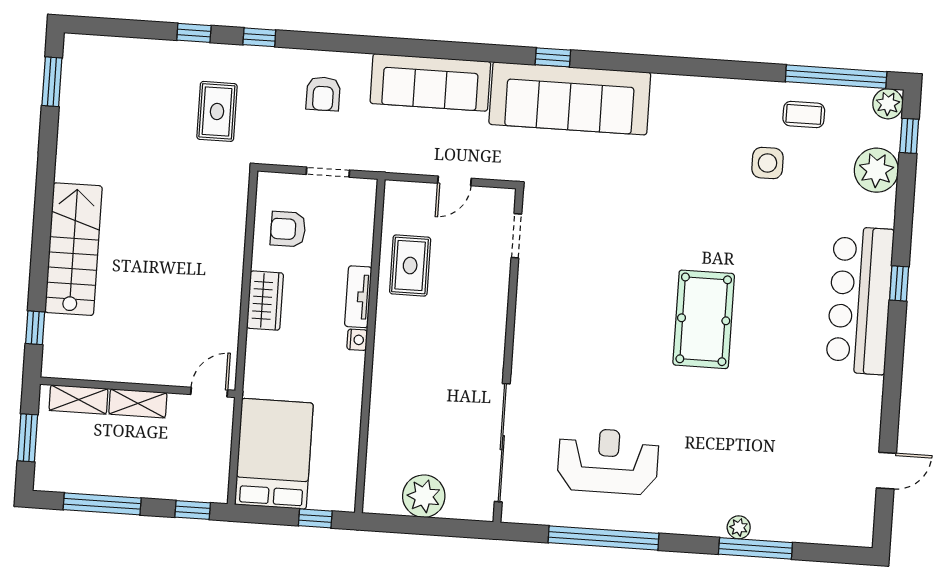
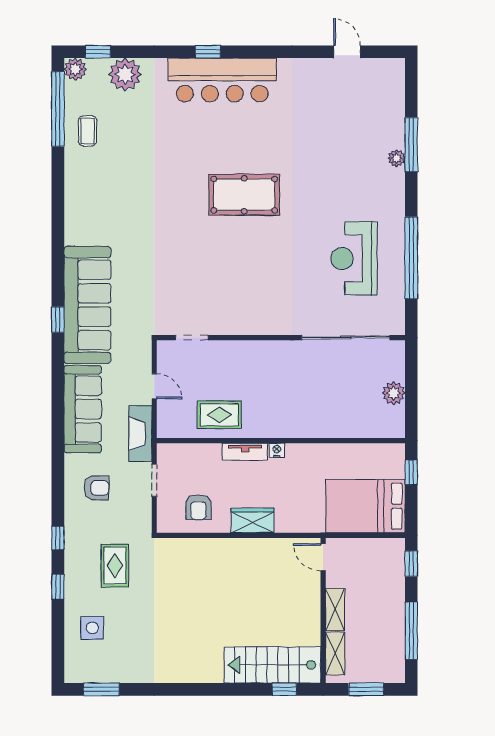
rug: (217, 111) -> (115, 566), turned 90
fireplace: (392, 158) -> (140, 434), added
side table: (767, 163) -> (92, 628), moved
stairs: (73, 249) -> (272, 665), moved
plant: (424, 496) -> (394, 393), width x0.73, depth x0.73

